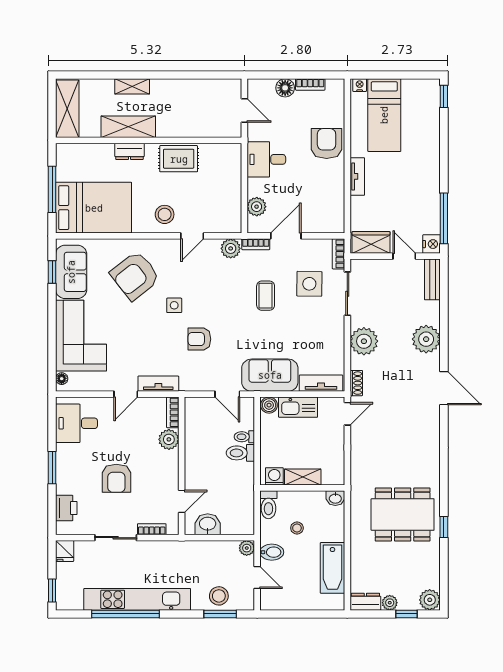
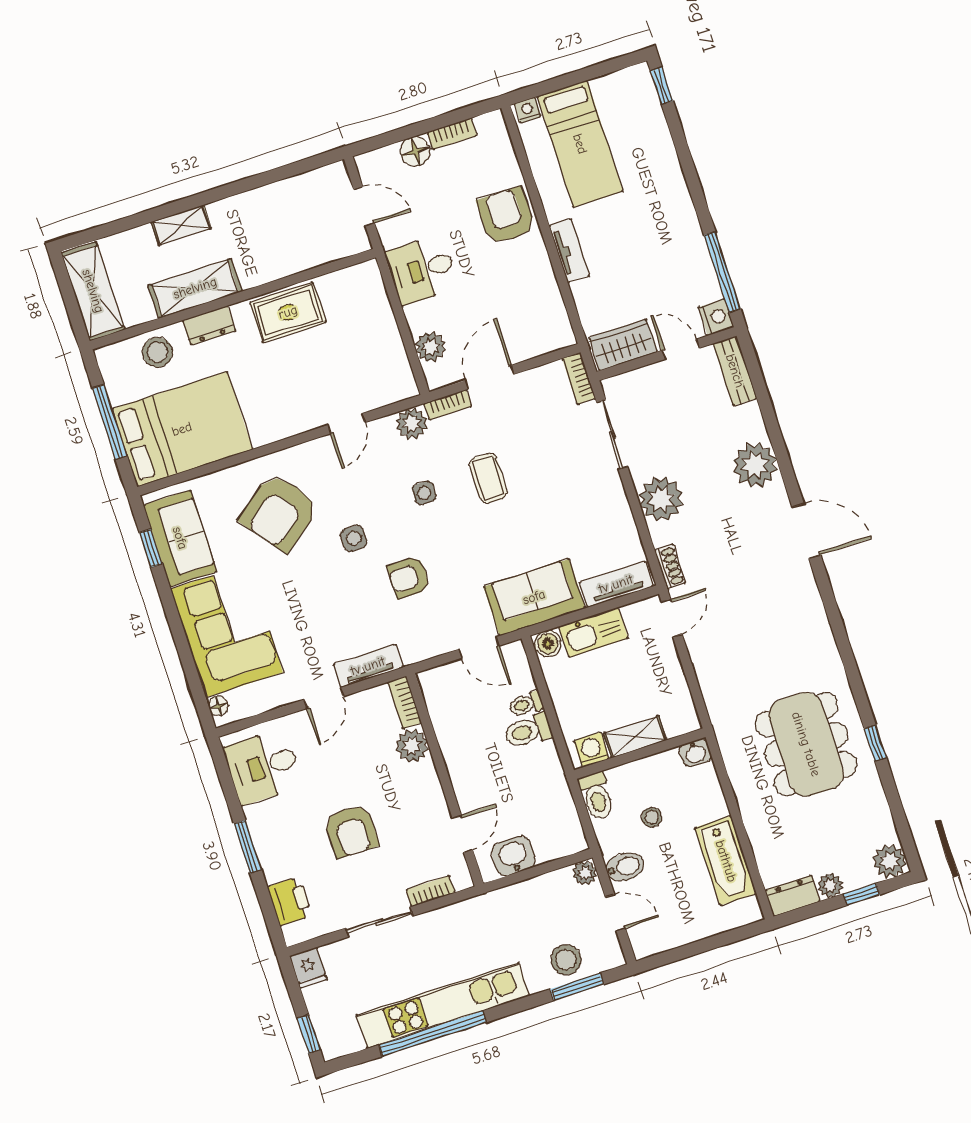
stool: (165, 214) -> (158, 352), moved
side table: (309, 284) -> (424, 493), moved, width x0.54, depth x0.54
dining table: (403, 514) -> (806, 744), turned 90

